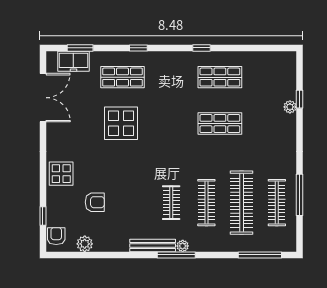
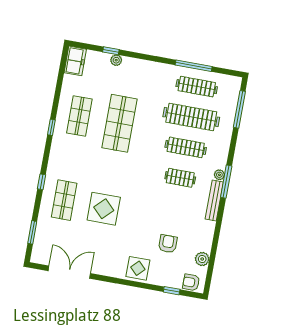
freezer: (73, 61) -> (75, 61), moved
shop shelf: (220, 124) -> (120, 123), width x1.43, depth x1.36

